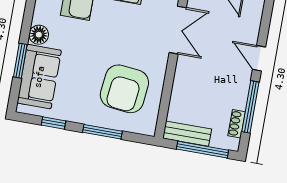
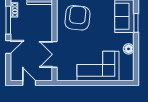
floor lamp: (39, 35) -> (129, 49), moved
door: (259, 58) -> (8, 47), hinge flipped

